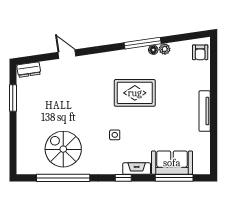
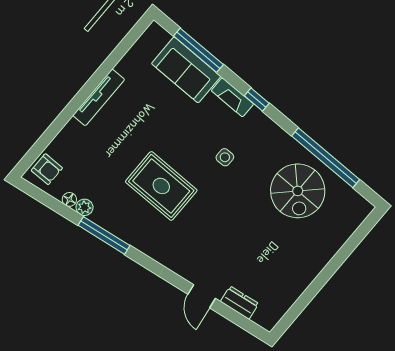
floor lamp: (153, 50) -> (69, 199), moved
armchair: (200, 52) -> (47, 169), turned 90
dresser: (29, 70) -> (240, 303), moved
window: (13, 98) -> (306, 298), removed

